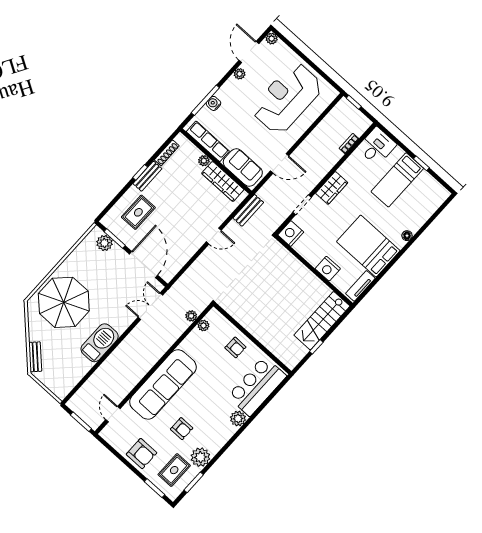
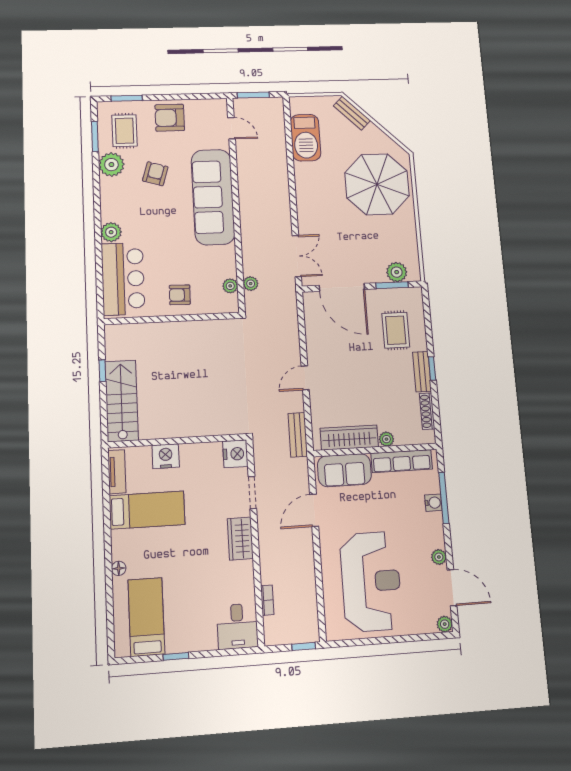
bed: (397, 180) -> (146, 617), moved
bed: (368, 246) -> (147, 510), width x0.67
barbecue: (100, 343) -> (306, 138), moved
armchair: (182, 429) -> (155, 174), turned 107

